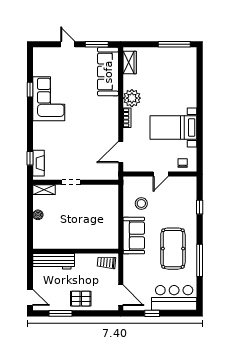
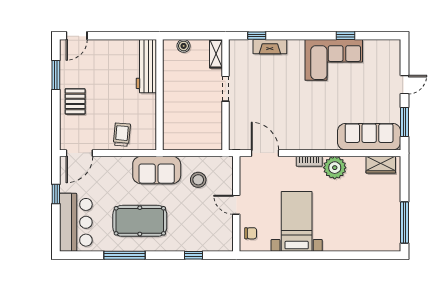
fireplace: (39, 163) -> (270, 47), moved
wall: (76, 251) -> (160, 95), moved
workbench: (54, 261) -> (146, 66), moved

